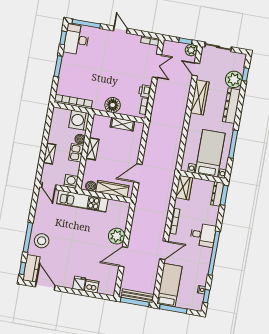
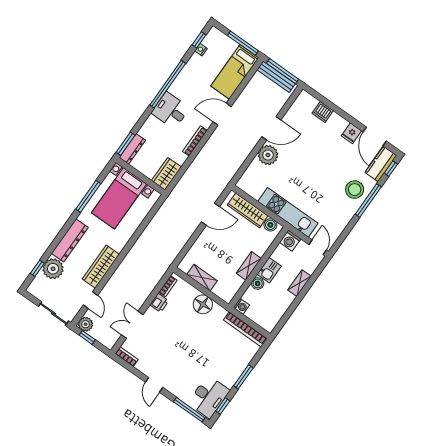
washing machine: (79, 120) -> (241, 306), width x0.53, depth x0.53
fridge: (79, 283) -> (351, 133), moved

